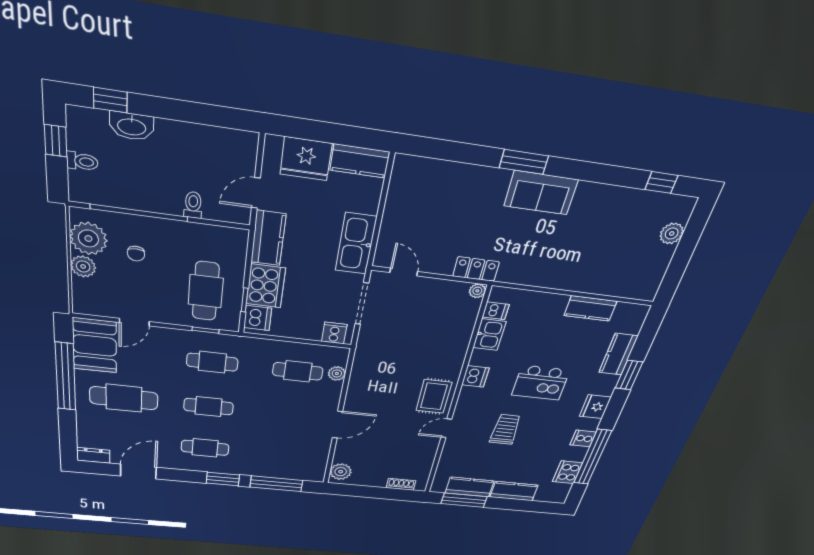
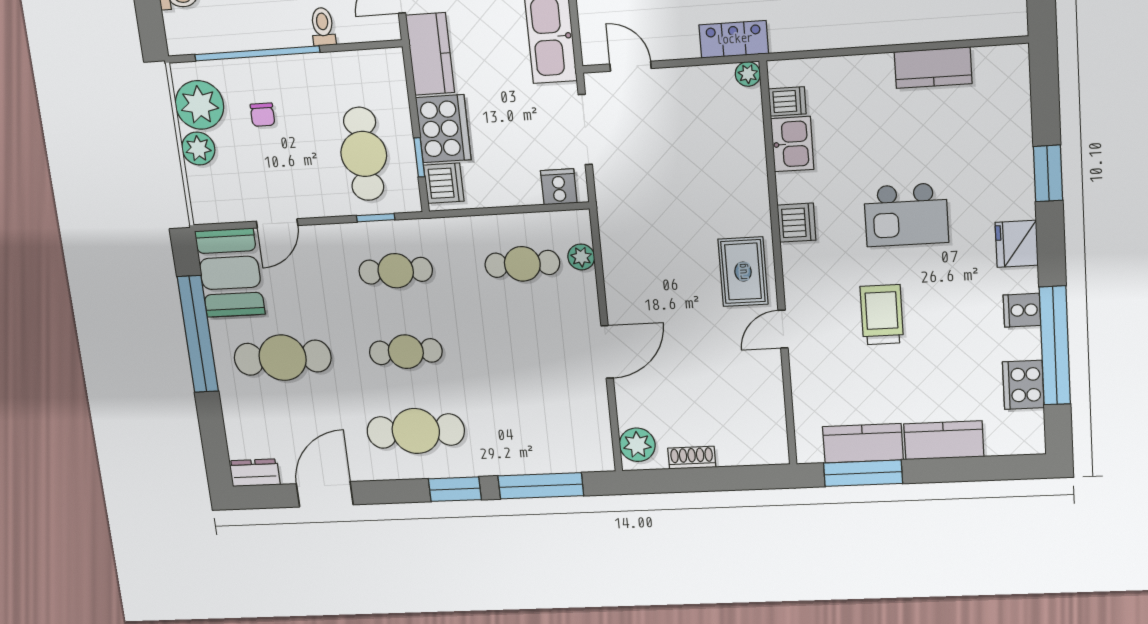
kitchen counter: (618, 354) -> (1013, 139), removed
cafe table: (205, 448) -> (416, 431), width x1.37, depth x1.35
shoe rack: (401, 484) -> (692, 458), moved

